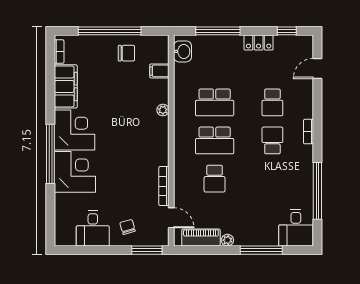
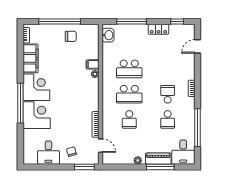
filing cabinet: (159, 71) -> (93, 64), moved
school desk: (272, 102) -> (168, 120), moved
piano: (201, 238) -> (158, 159), moved

